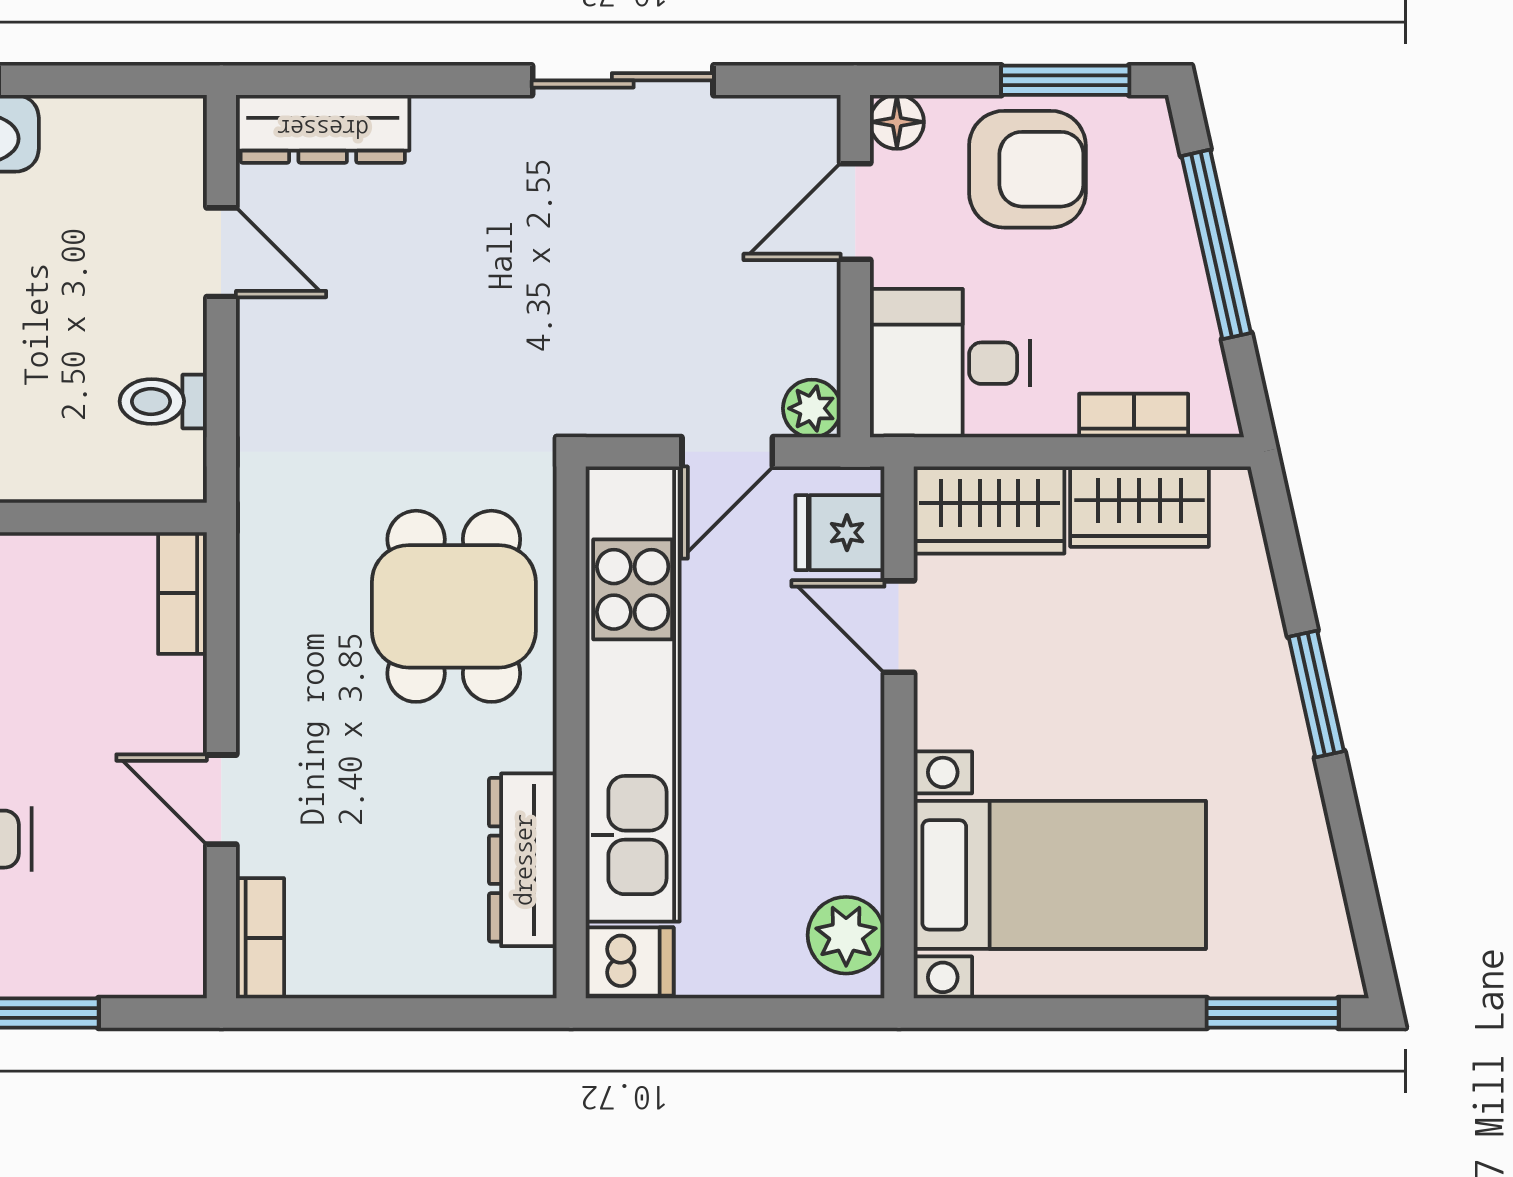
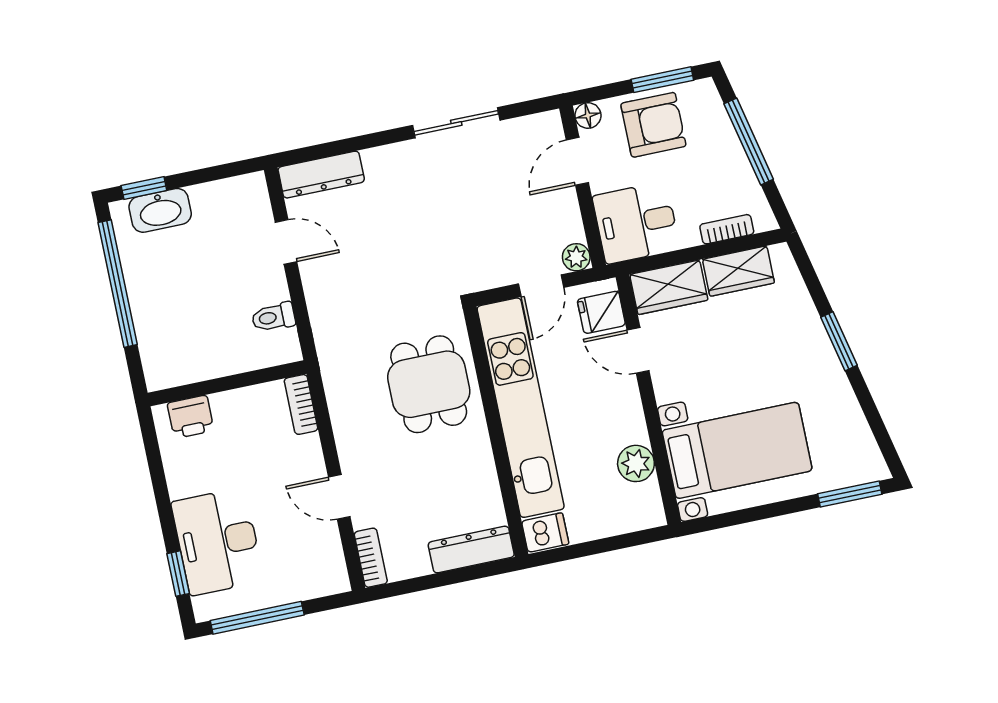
dresser: (523, 860) -> (471, 550), moved, turned 90
plant: (846, 935) -> (636, 463), moved

